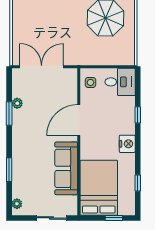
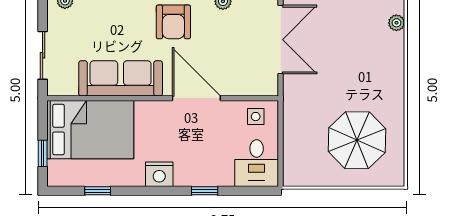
armchair: (30, 135) -> (173, 22), added

